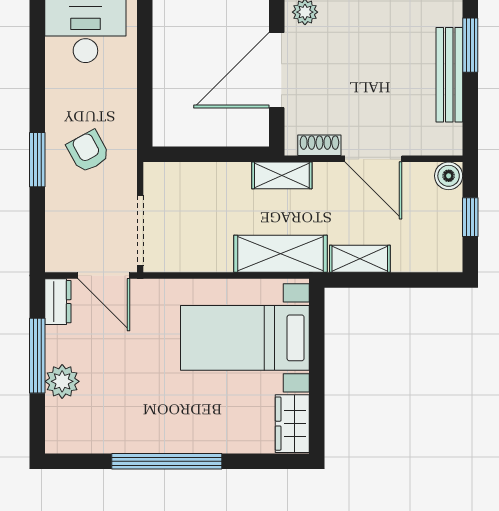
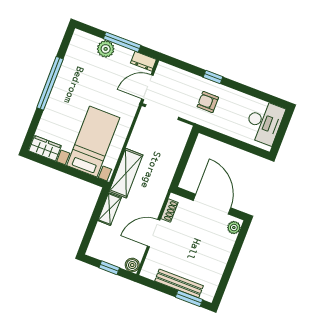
armchair: (88, 151) -> (208, 102), turned -151
window: (37, 160) -> (213, 77), width x0.67
shelving: (282, 175) -> (162, 188), removed

